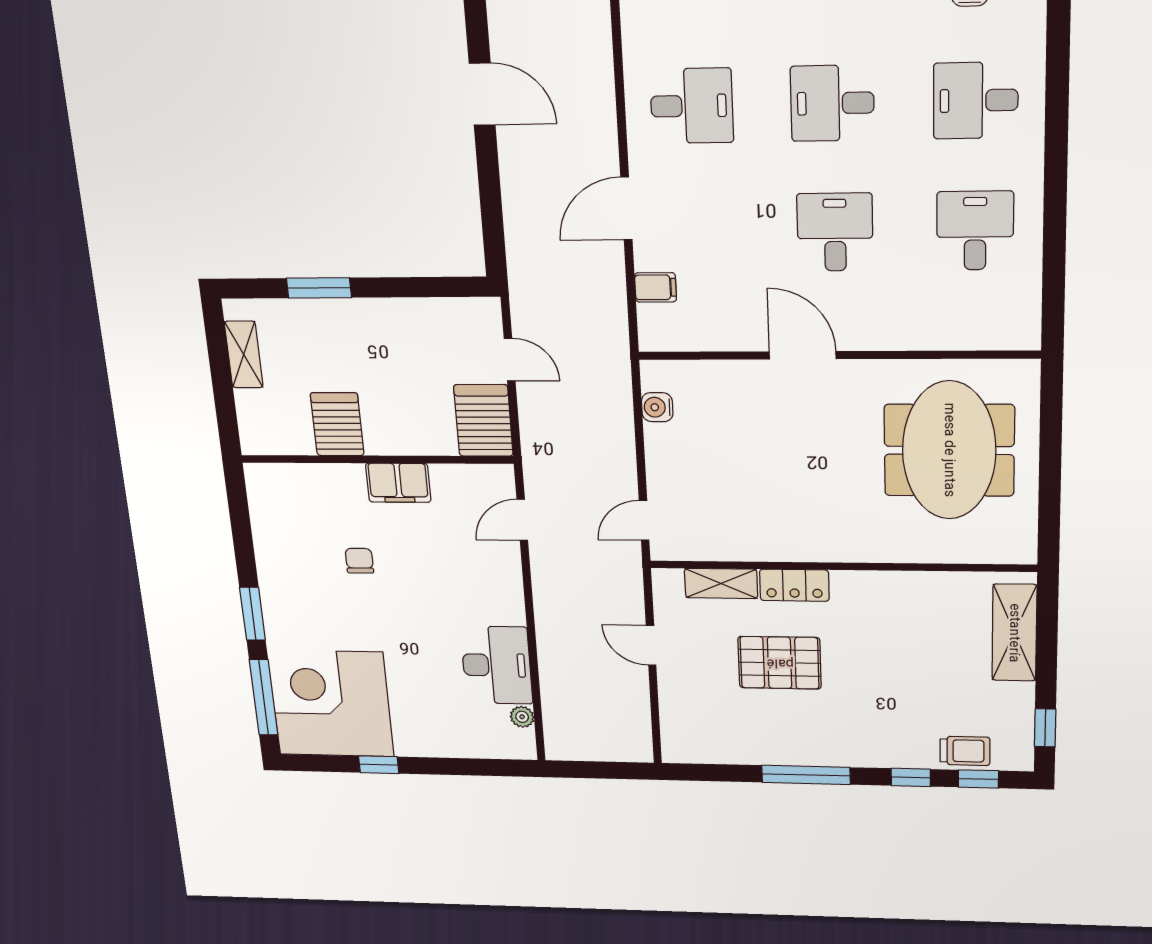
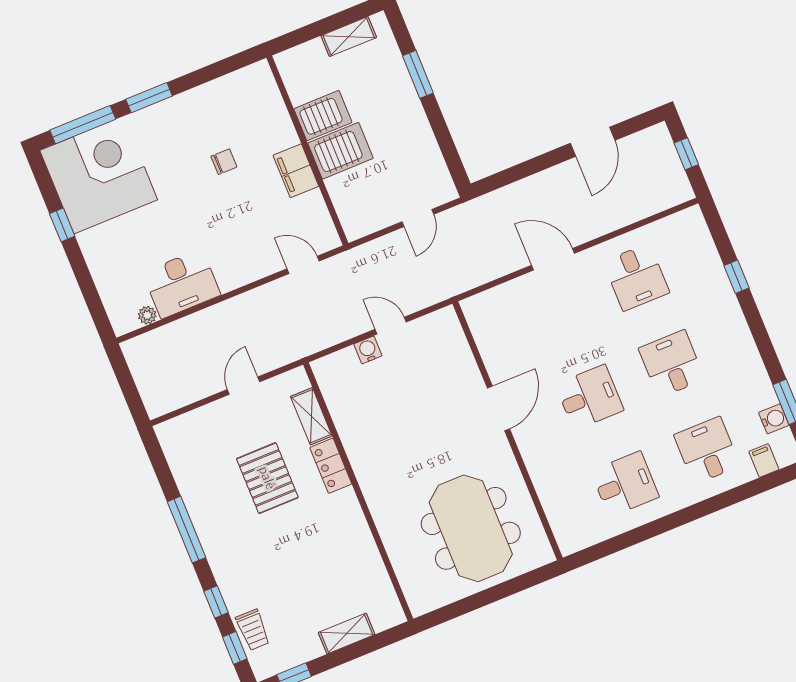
filing cabinet: (655, 287) -> (764, 460), moved, turned 180
water cooler: (657, 407) -> (368, 350), moved
server rack: (483, 420) -> (340, 151), moved
meeting table: (949, 450) -> (471, 528), turned 90
door: (644, 520) -> (391, 326), moved
shelving: (1014, 633) -> (347, 633), width x0.67, depth x0.75

